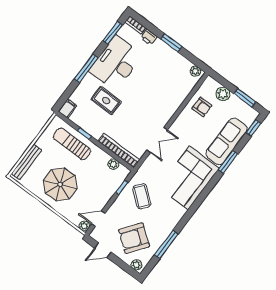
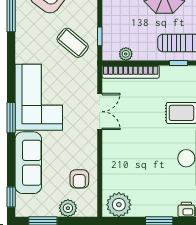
plant: (195, 71) -> (119, 205), width x1.88, depth x1.88
armchair: (202, 107) -> (79, 179), turned -90
double door: (157, 140) -> (100, 112), swing flipped
window: (228, 162) -> (11, 118), moved

